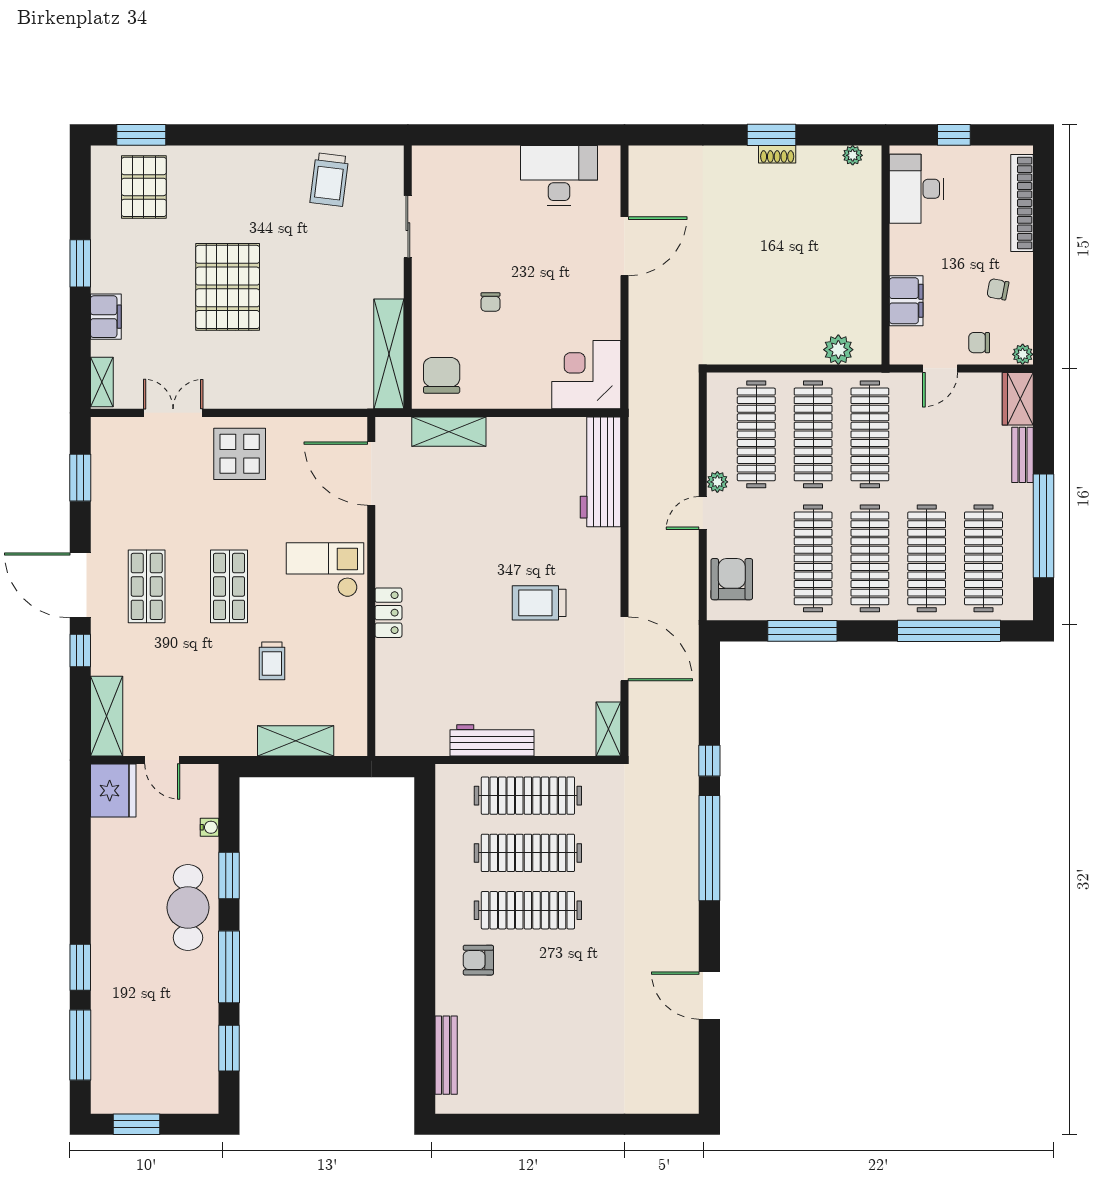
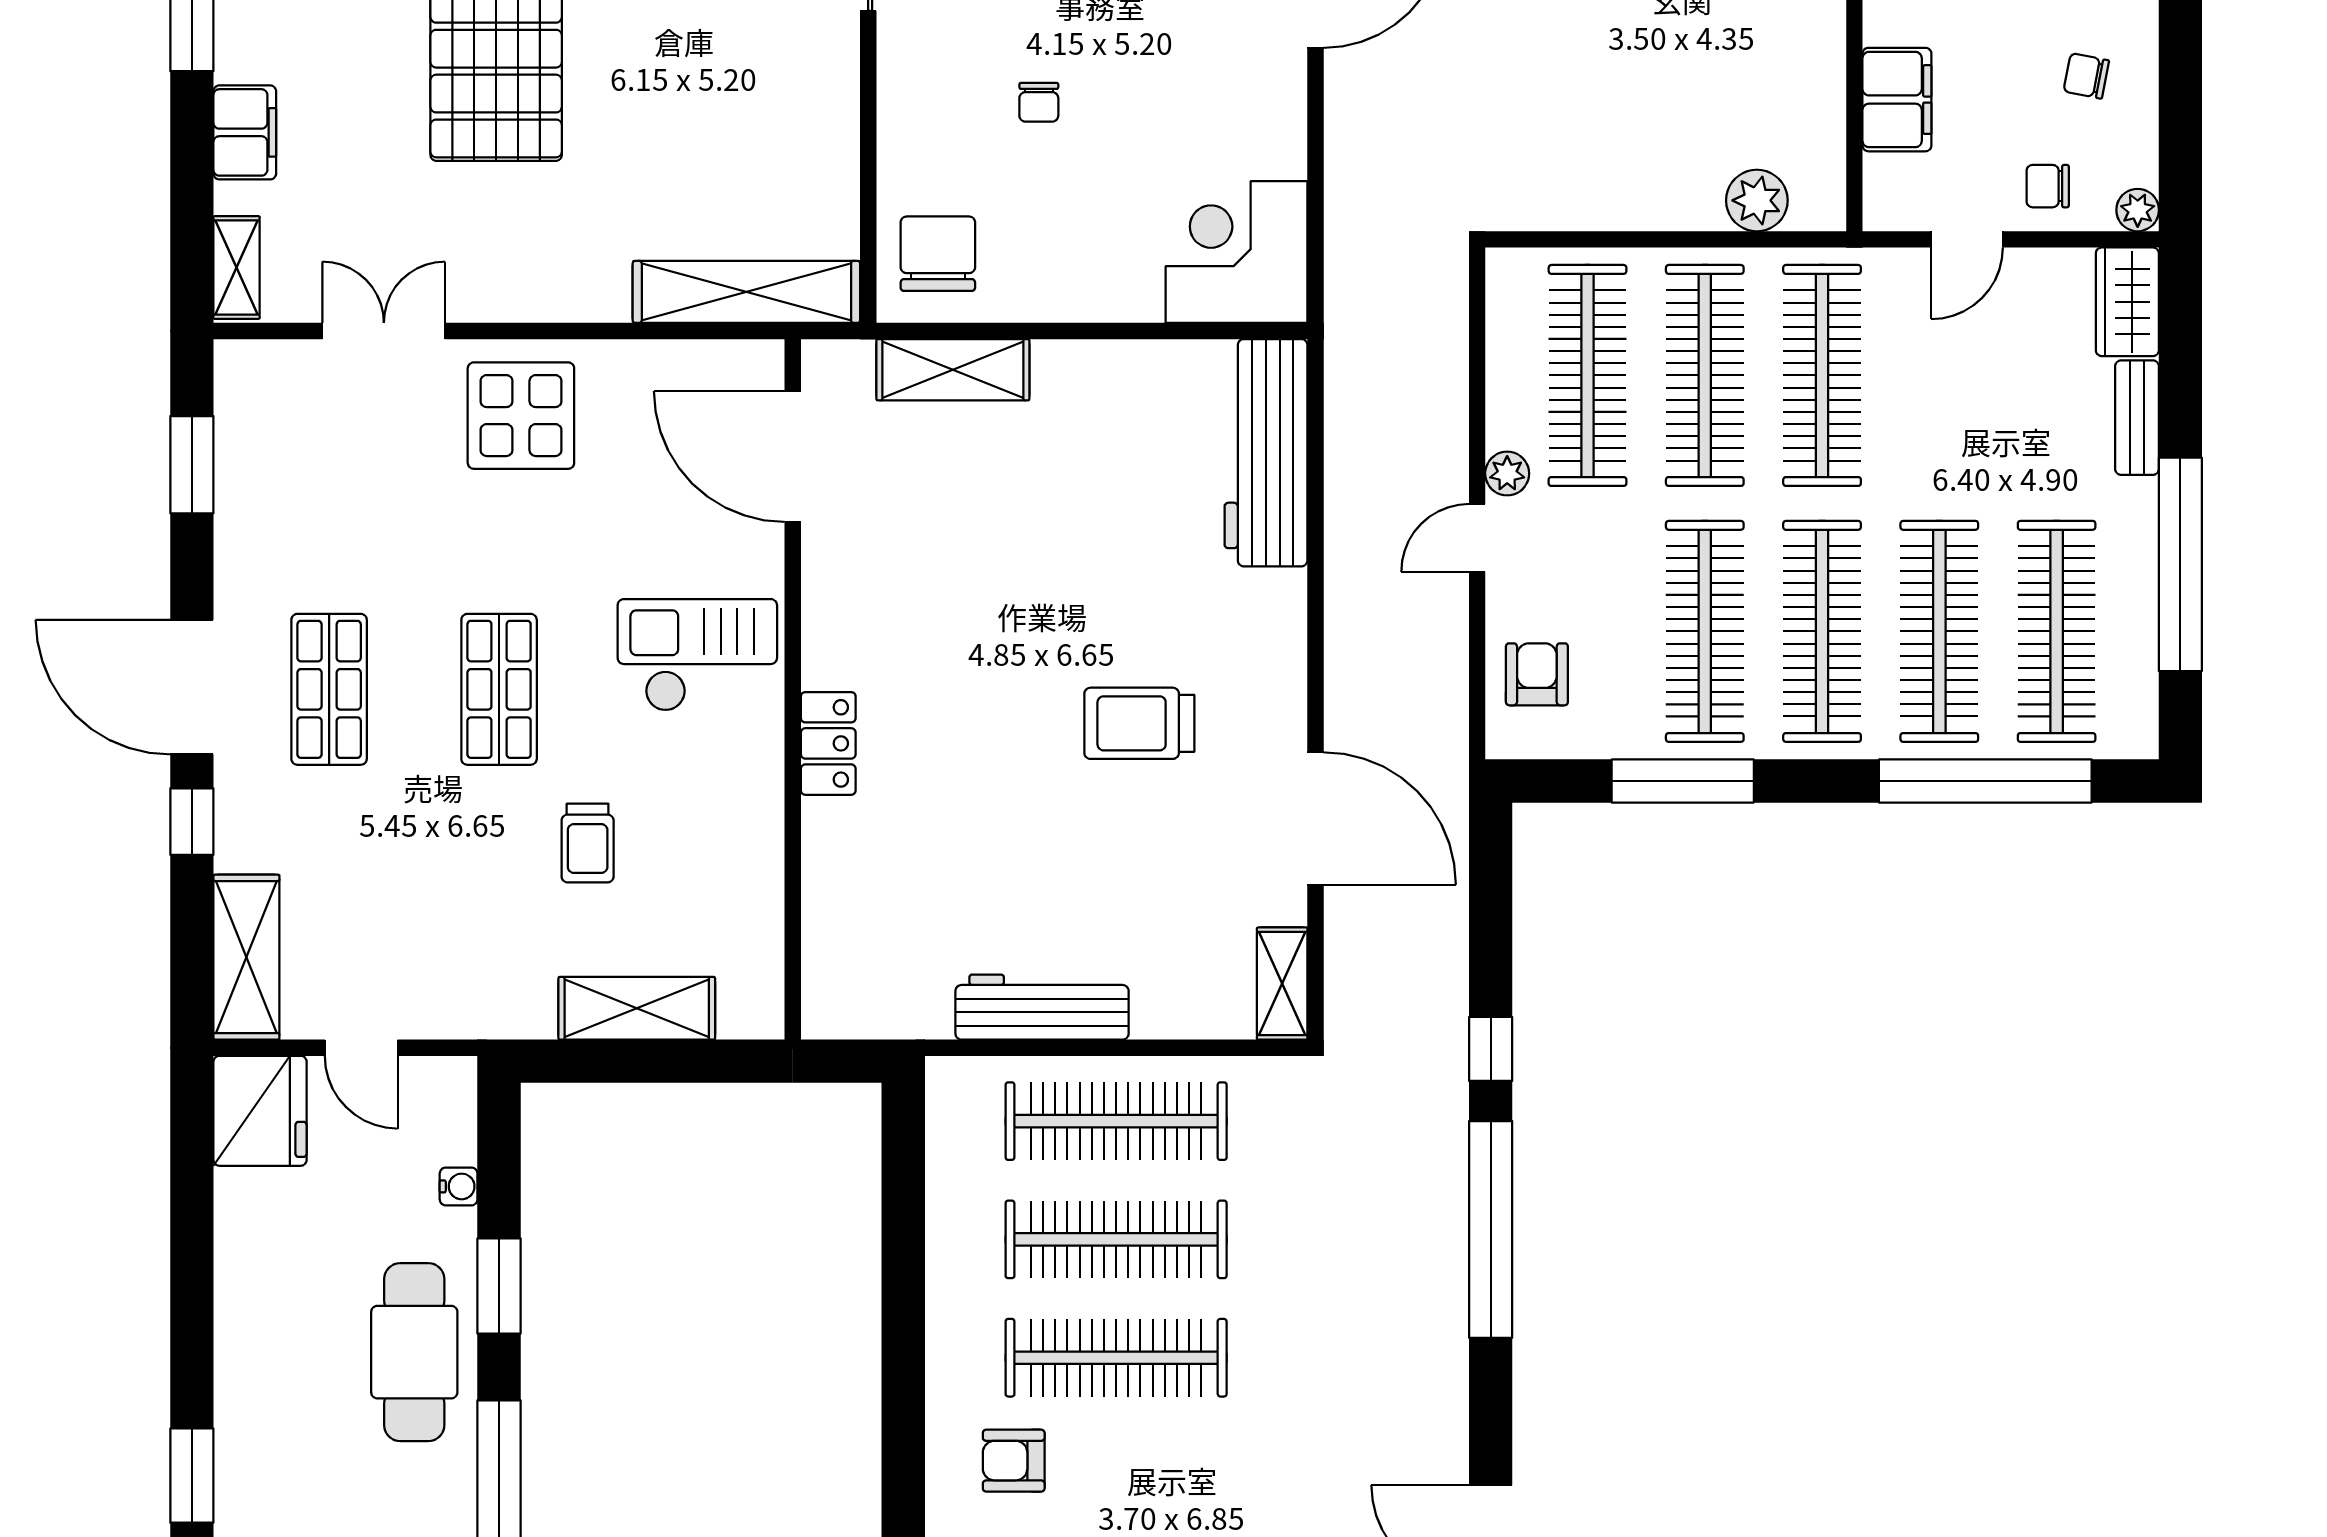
shelving: (389, 354) -> (746, 292), moved, turned 90
armchair: (732, 579) -> (1537, 674), width x0.72, depth x0.72

